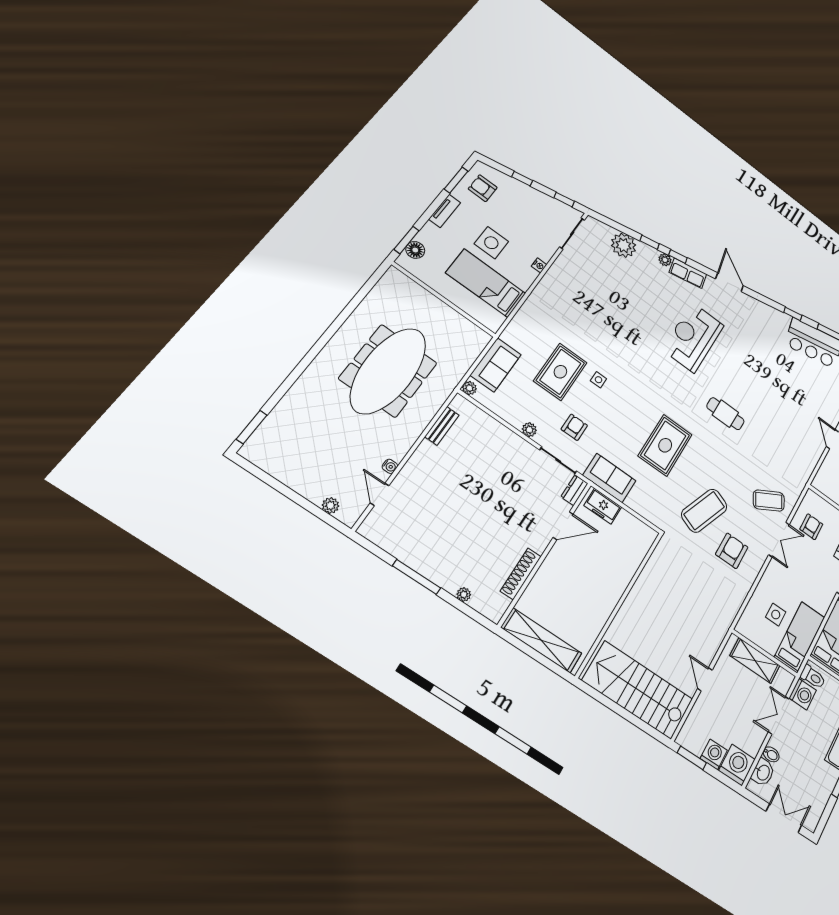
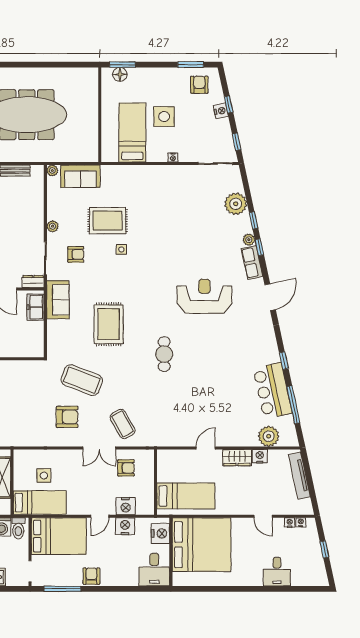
nightstand: (523, 190) -> (221, 111), added
tv unit: (445, 211) -> (162, 73), removed
rug: (665, 445) -> (109, 324), turned 90

